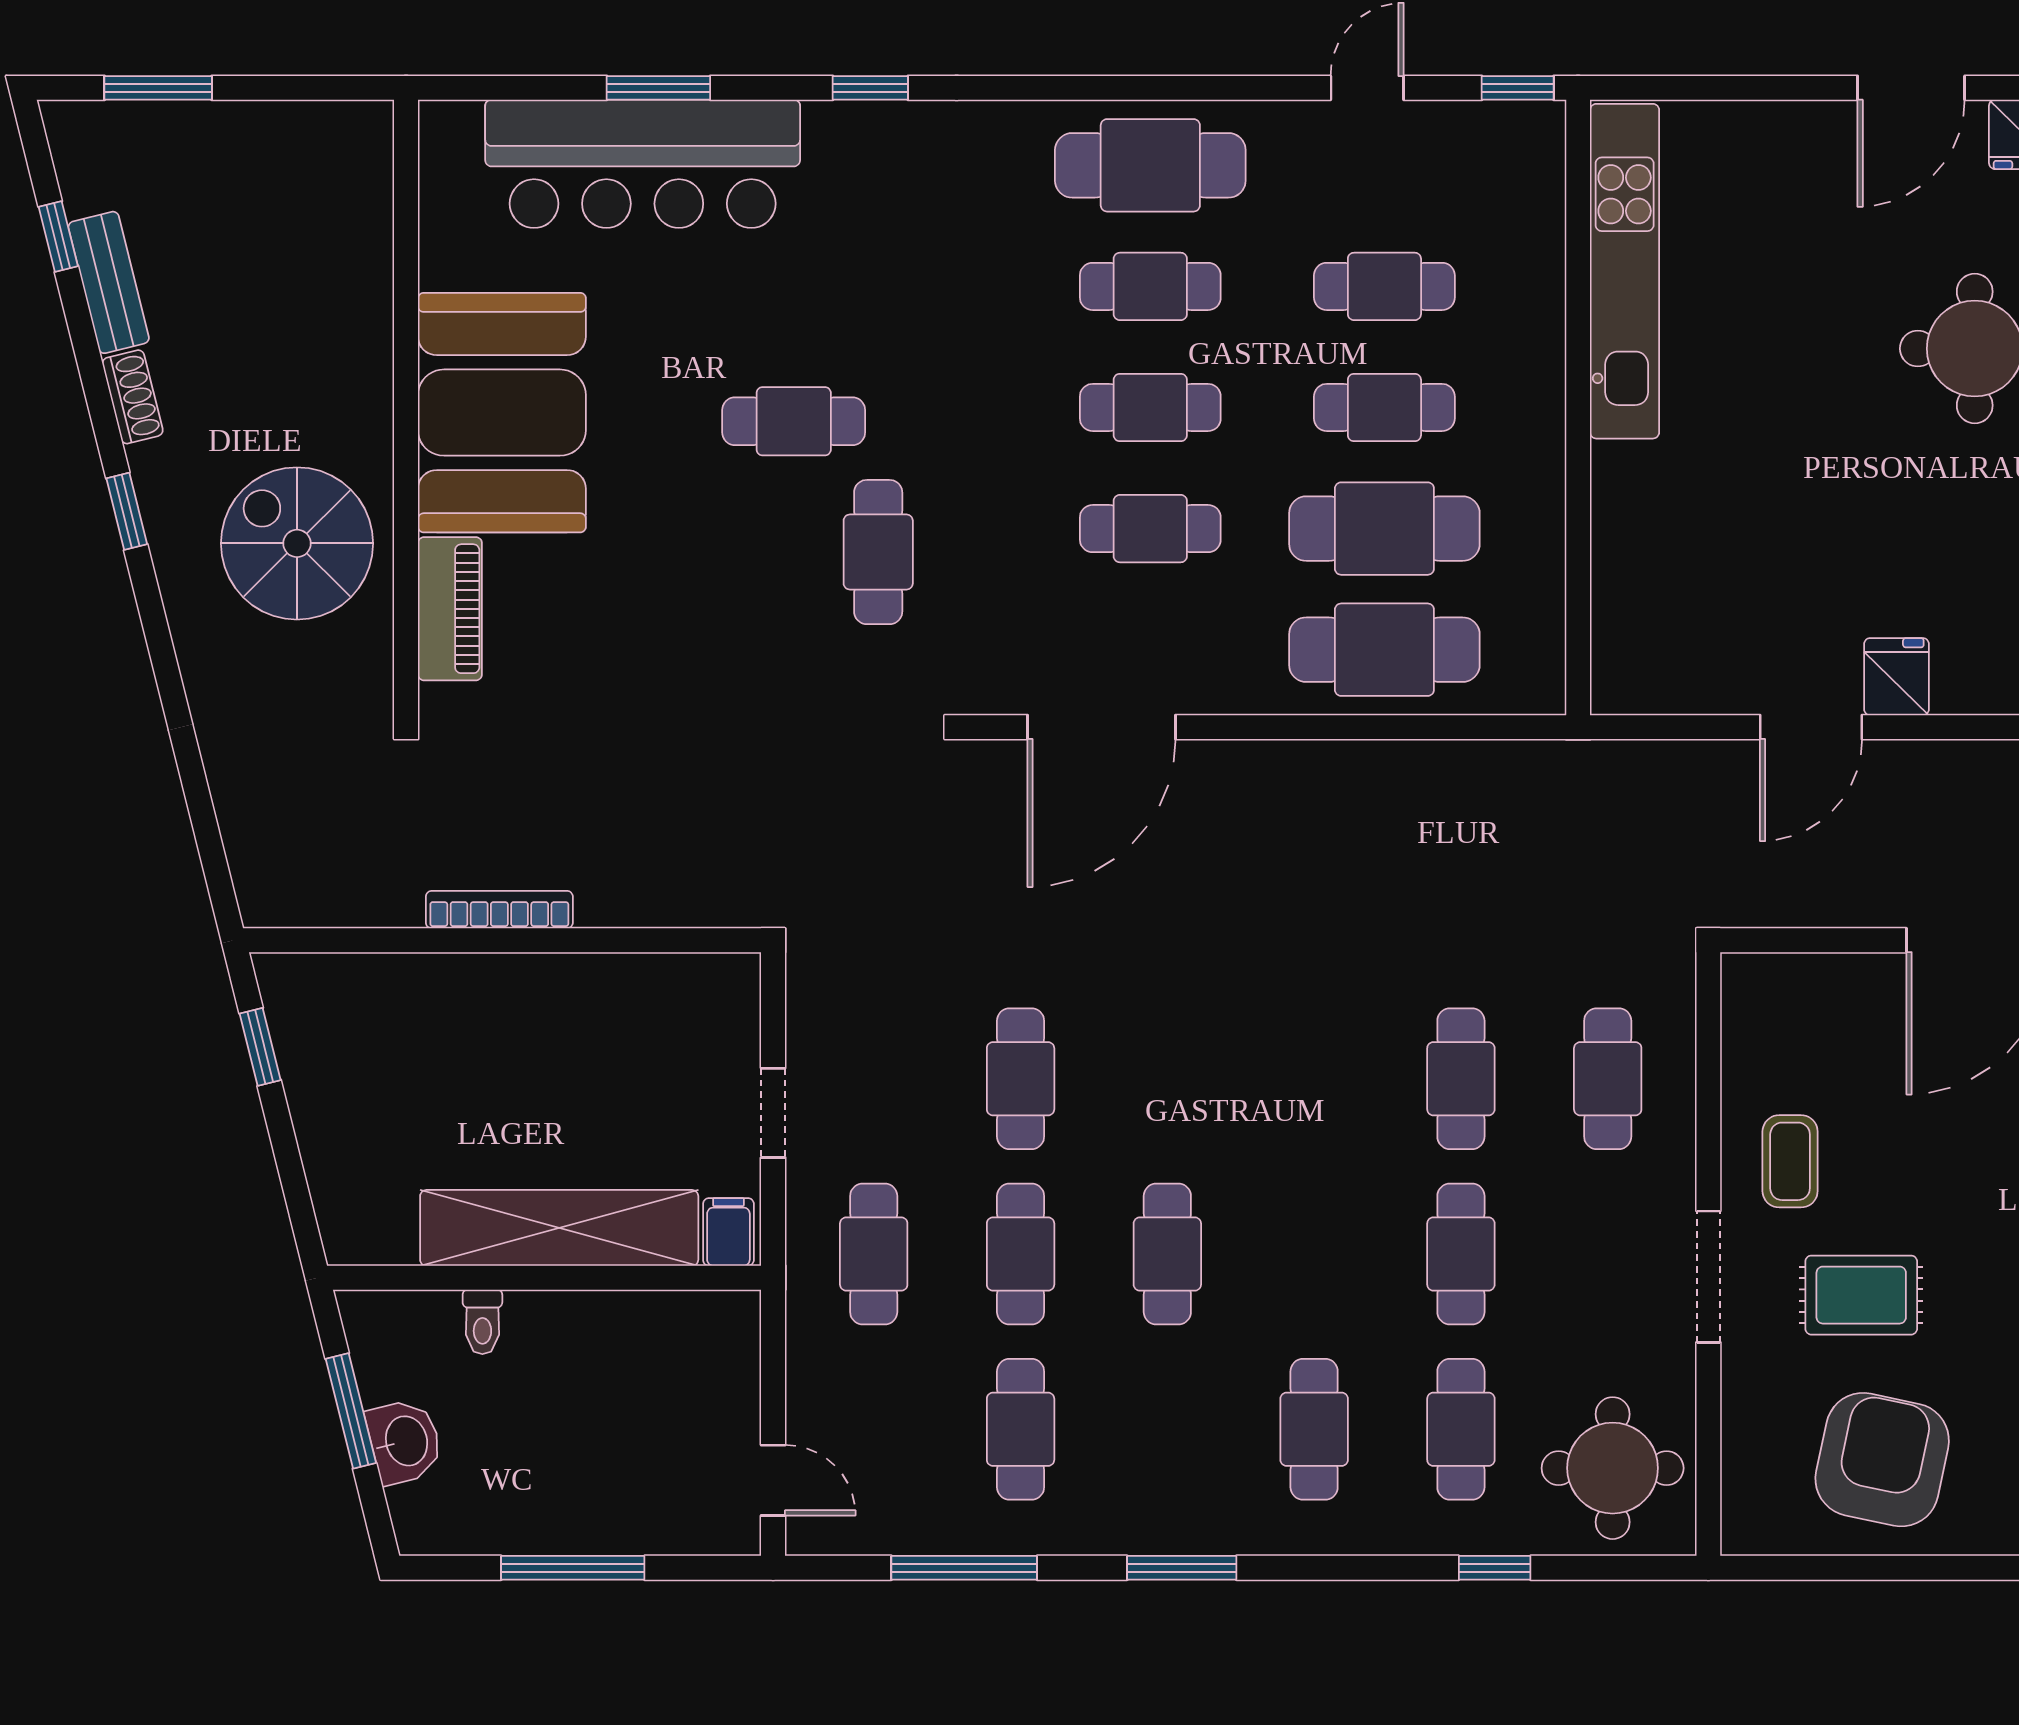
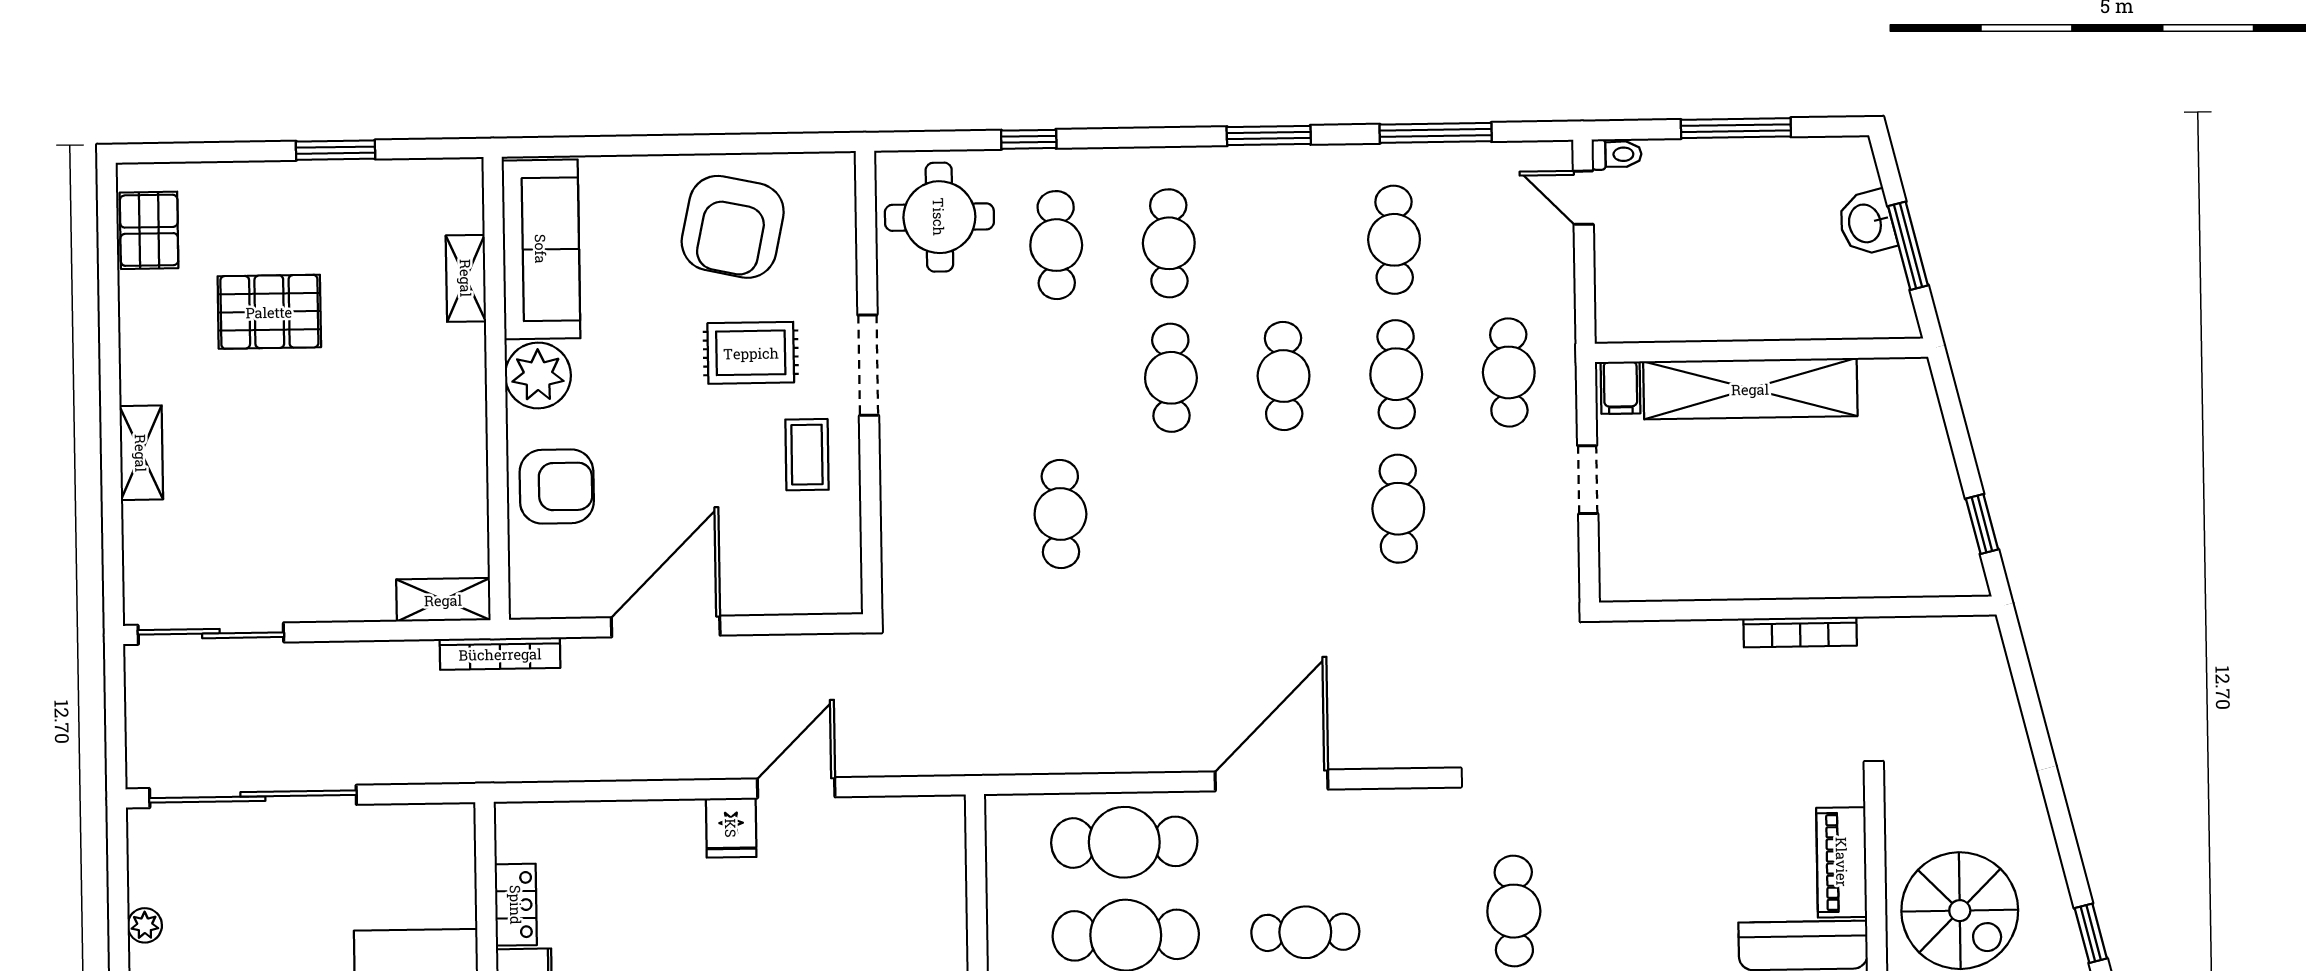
door: (1101, 727) -> (1272, 780), moved
cafe table: (1608, 1079) -> (948, 516), removed
cafe table: (1461, 1254) -> (1171, 378), moved
toilet: (482, 1322) -> (1616, 154), moved, turned 90

